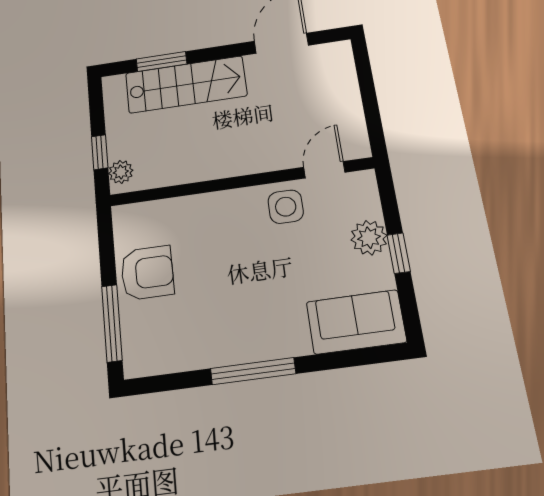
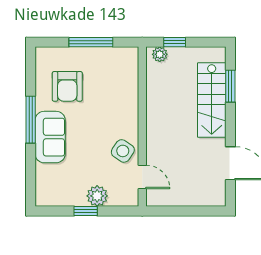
side table: (286, 207) -> (123, 151), turned 34
armchair: (147, 273) -> (67, 86), moved
sofa: (356, 322) -> (50, 137), moved
window: (112, 323) -> (91, 42), moved

